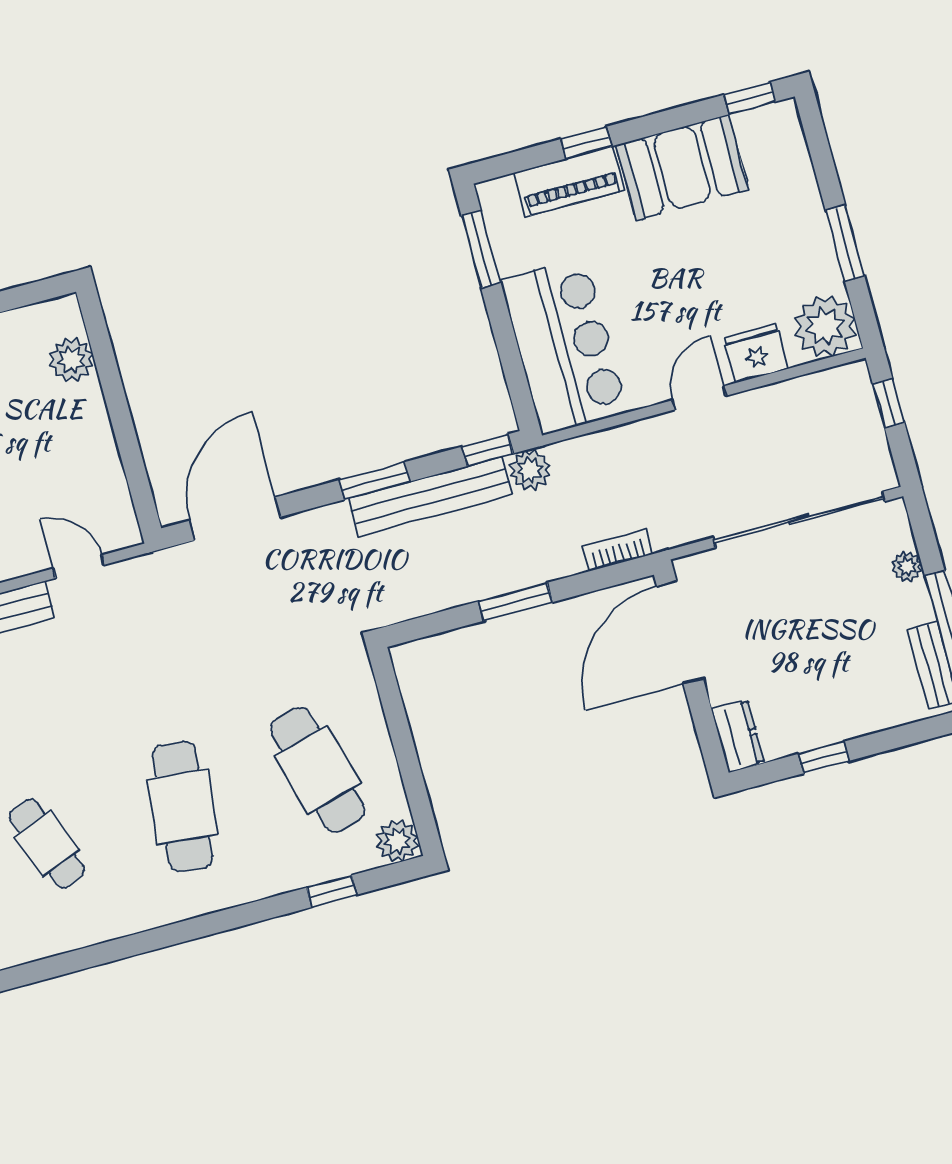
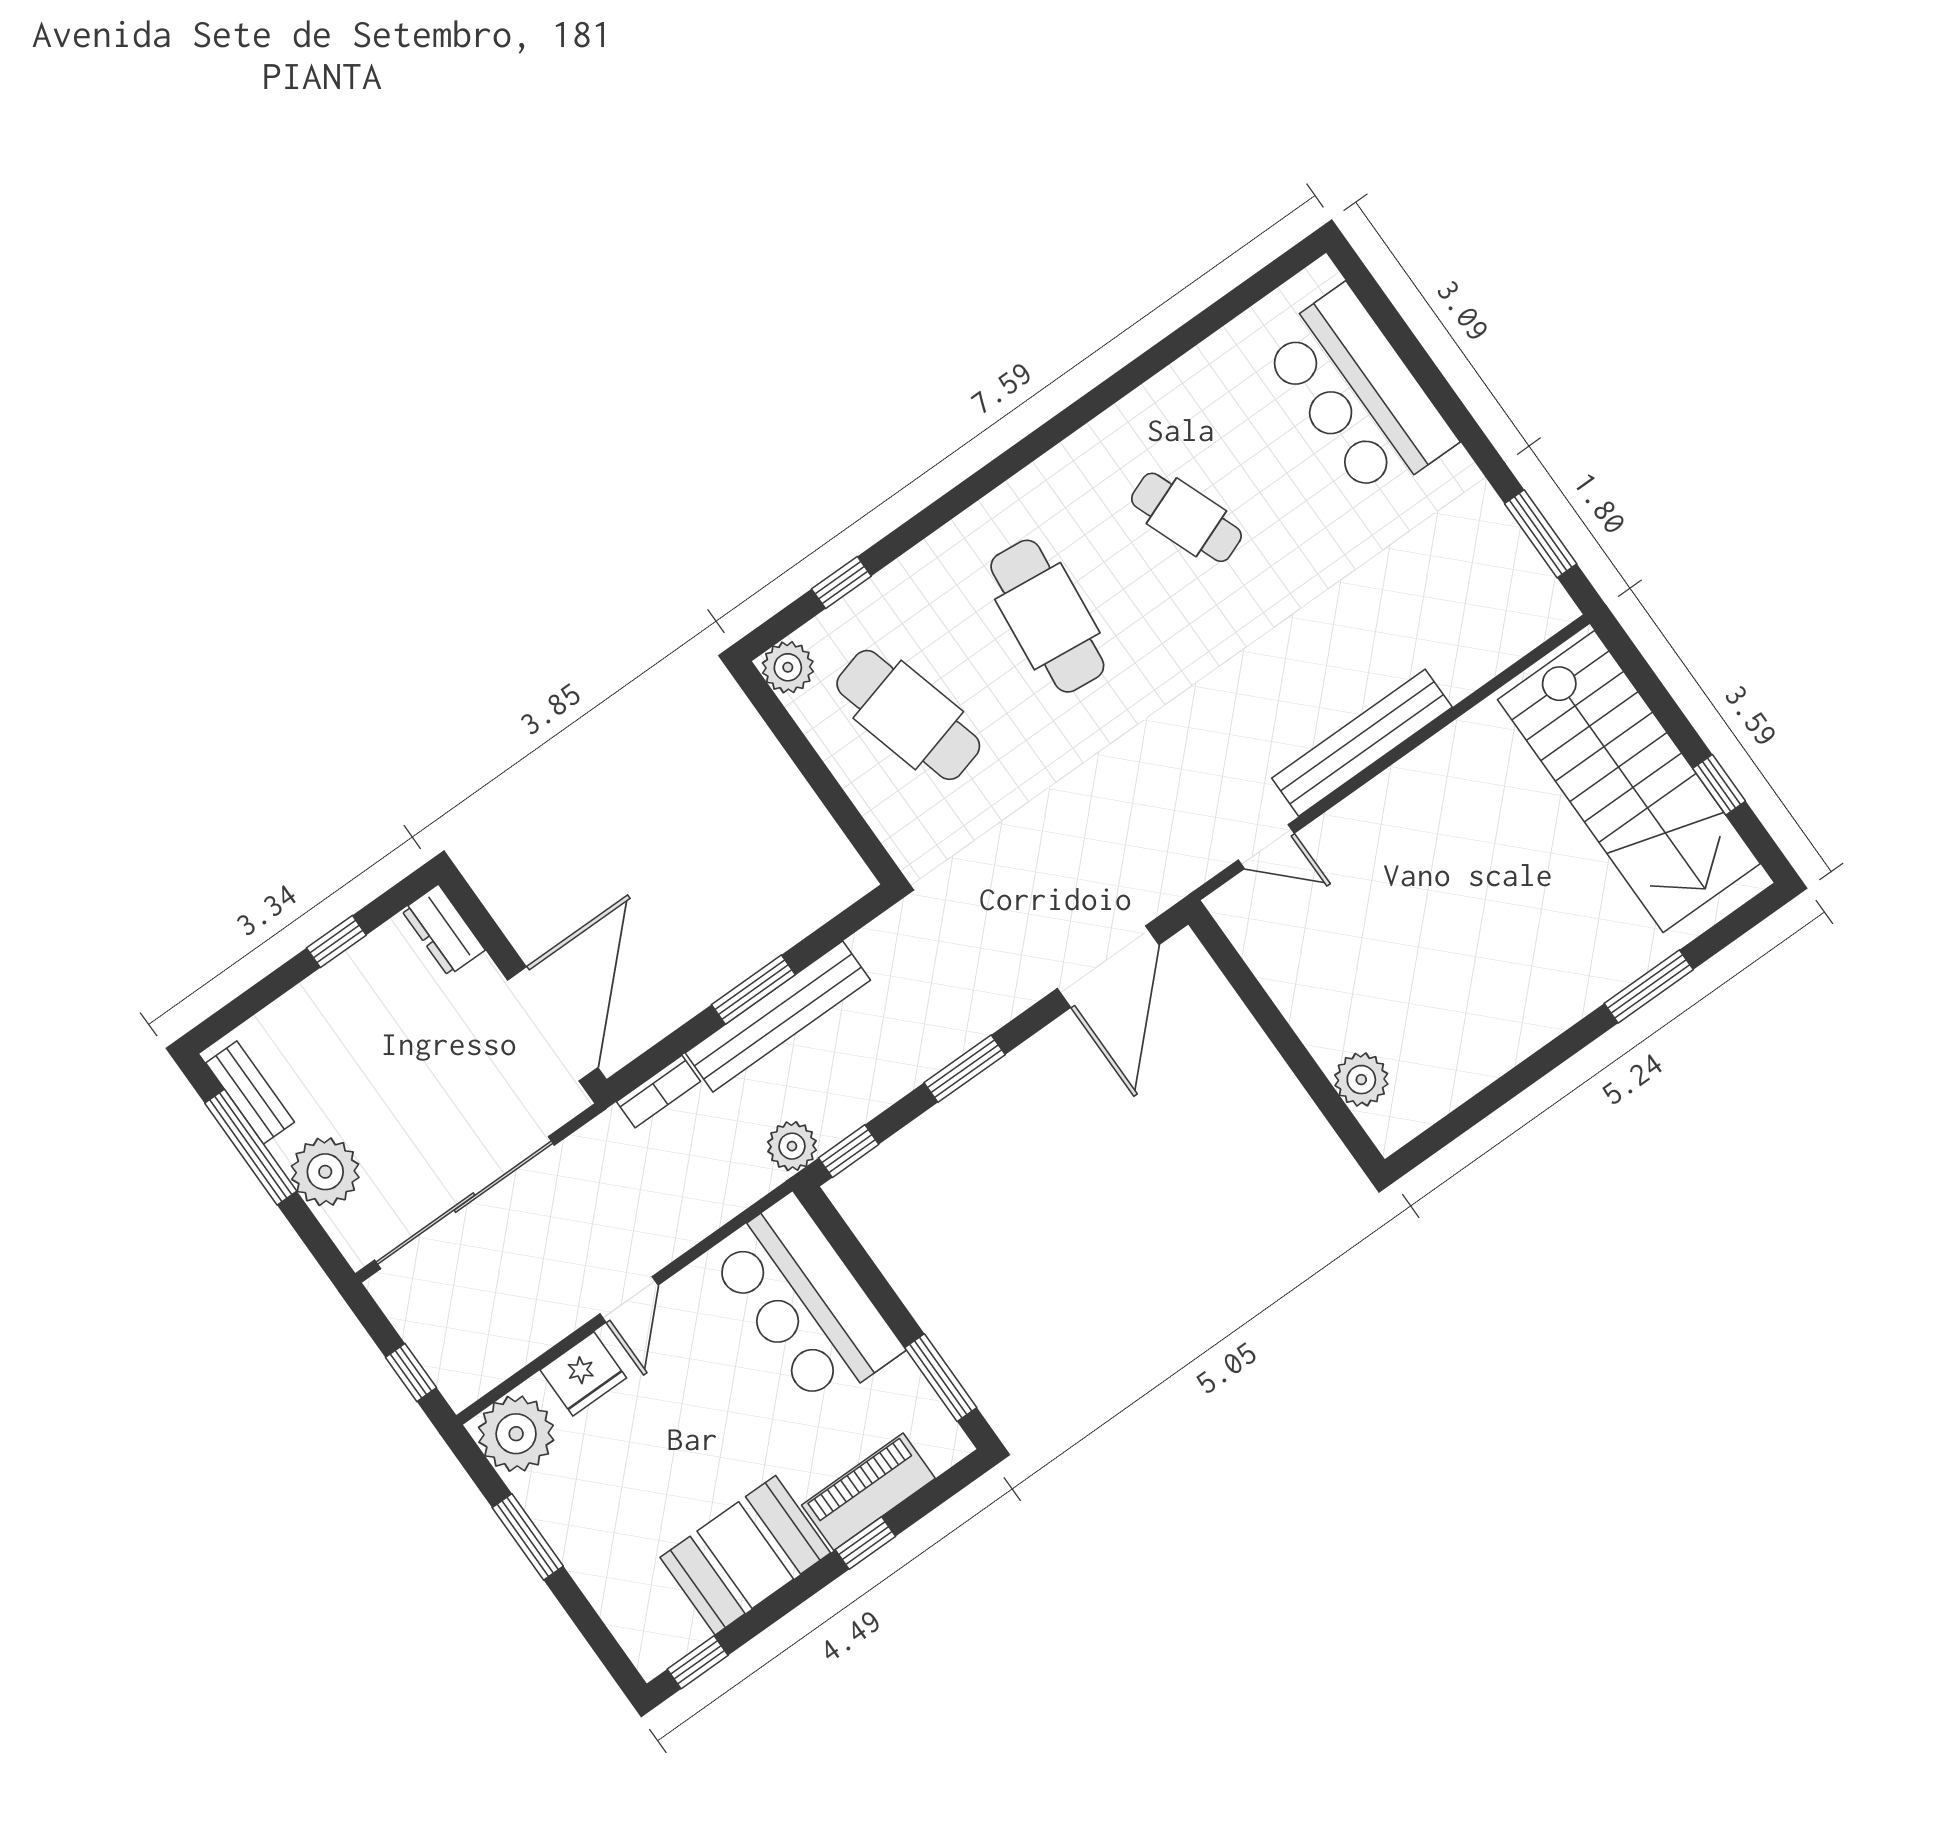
bench: (430, 496) -> (778, 1017), moved
plant: (907, 567) -> (325, 1172), width x1.87, depth x1.87

